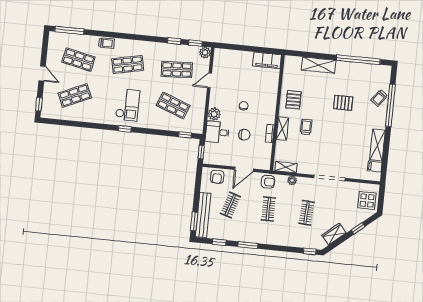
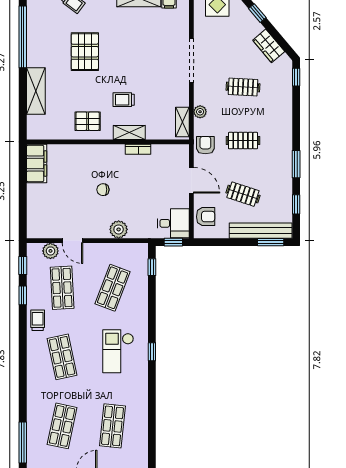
trolley: (107, 43) -> (38, 320), moved
plant: (205, 53) -> (50, 251), moved
shop shelf: (75, 95) -> (112, 426), turned 30
pallet: (343, 103) -> (85, 52), width x1.50, depth x1.42
checkout: (128, 105) -> (118, 351), turned -90
desk: (217, 132) -> (173, 223), moved, turned -90
chair: (244, 135) -> (143, 185), removed

